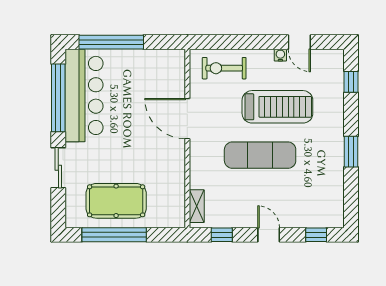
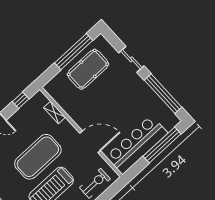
bar counter: (84, 95) -> (137, 145), moved, turned 90
exercise mat: (260, 155) -> (38, 157), width x1.47
shelving: (197, 206) -> (55, 112), moved

